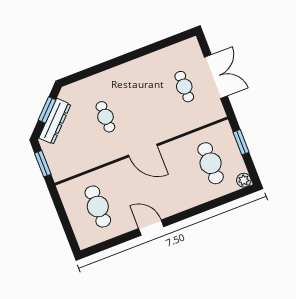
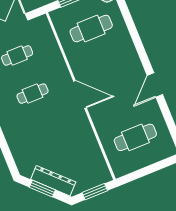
cafe table: (105, 117) -> (33, 94), moved
door: (143, 150) -> (80, 95), hinge flipped

